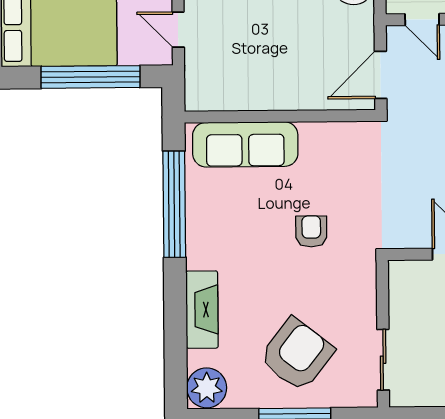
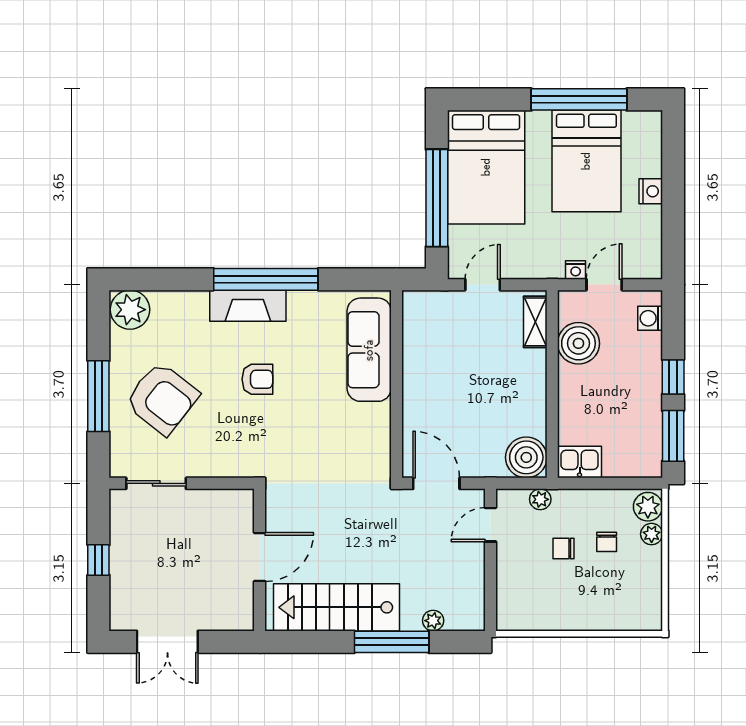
window: (174, 204) -> (266, 279), moved
armchair: (311, 231) -> (257, 379), moved
fireplace: (202, 310) -> (248, 306), moved

